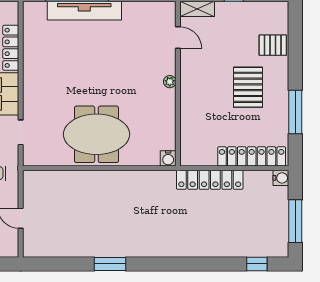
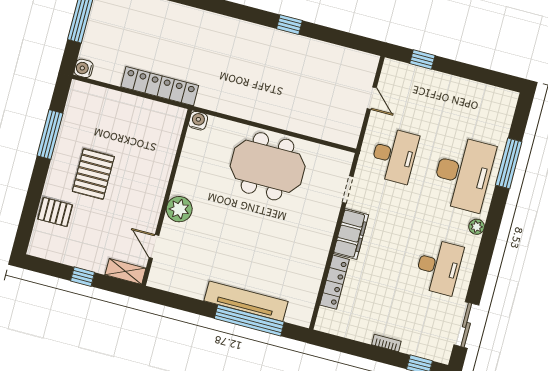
plant: (170, 82) -> (179, 209), width x1.87, depth x1.87
locker: (252, 156) -> (109, 99), removed
window: (110, 264) -> (289, 25), width x0.67

